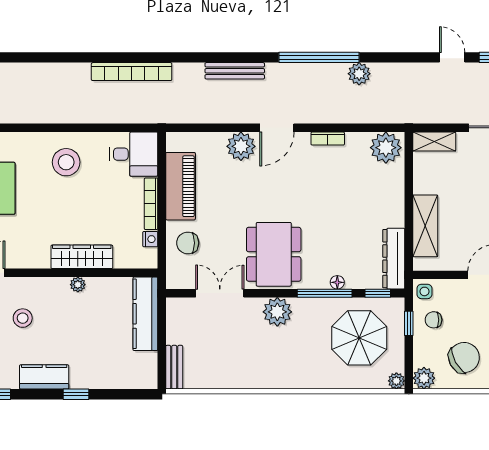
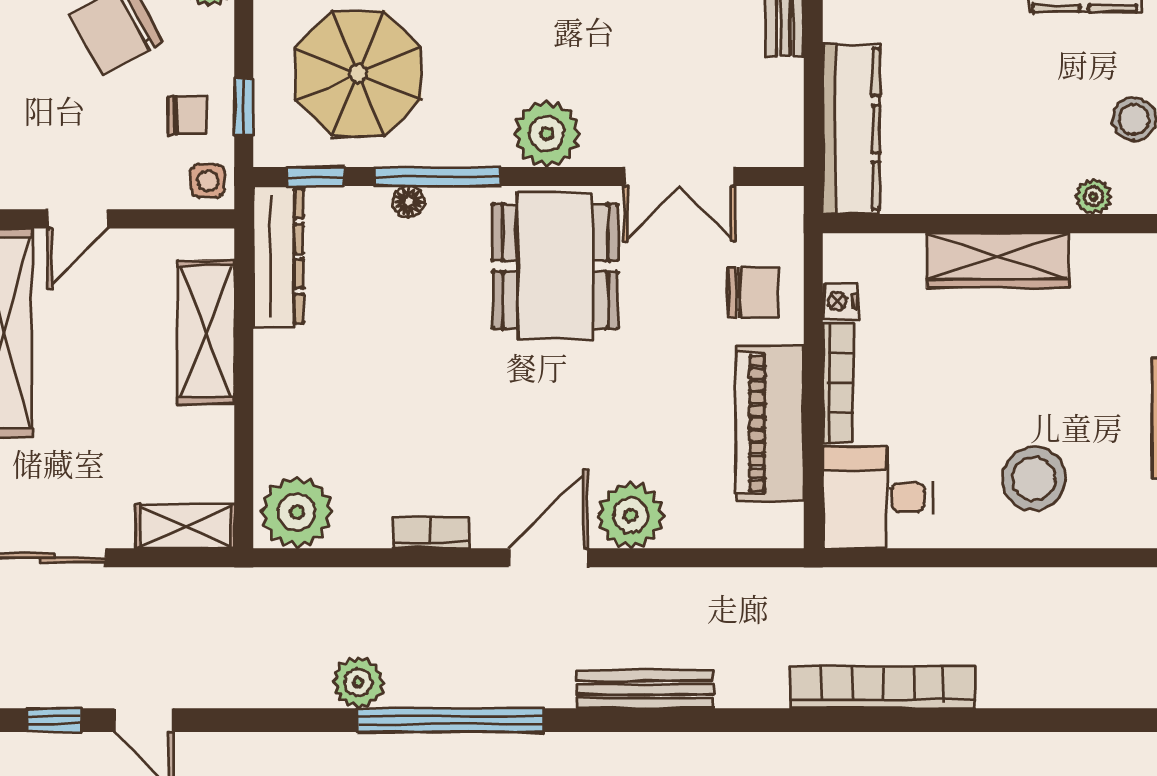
plant: (78, 285) -> (1093, 197), moved

